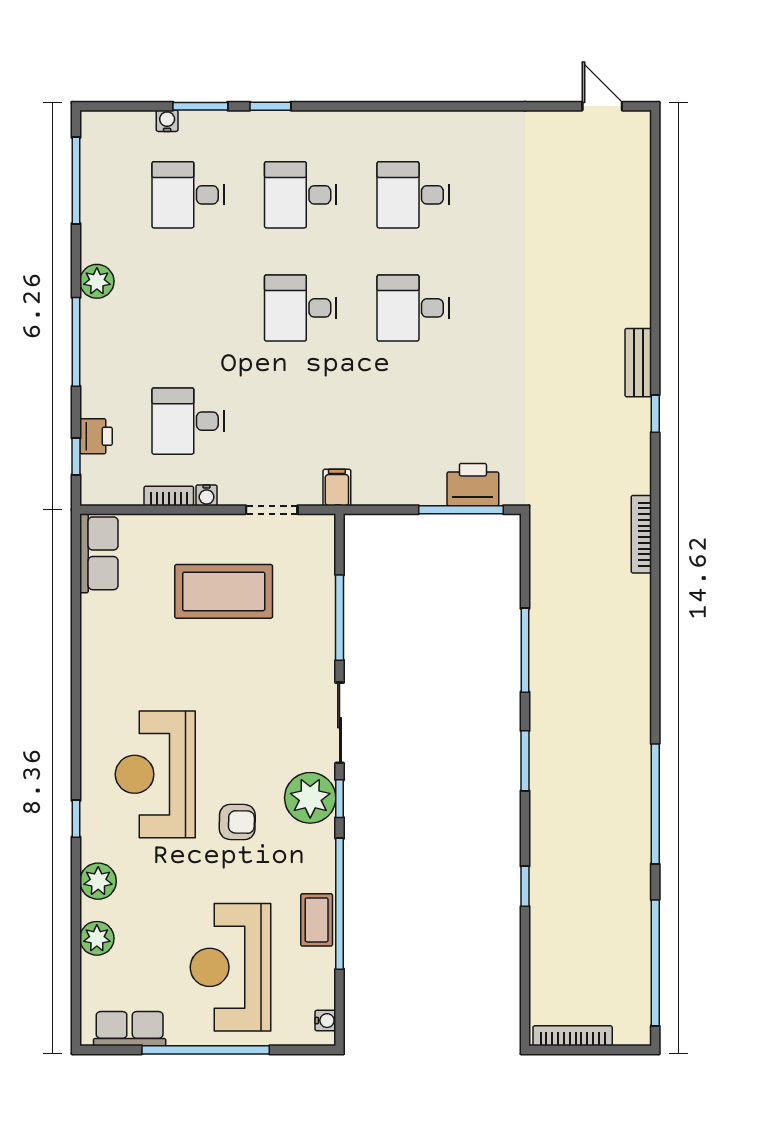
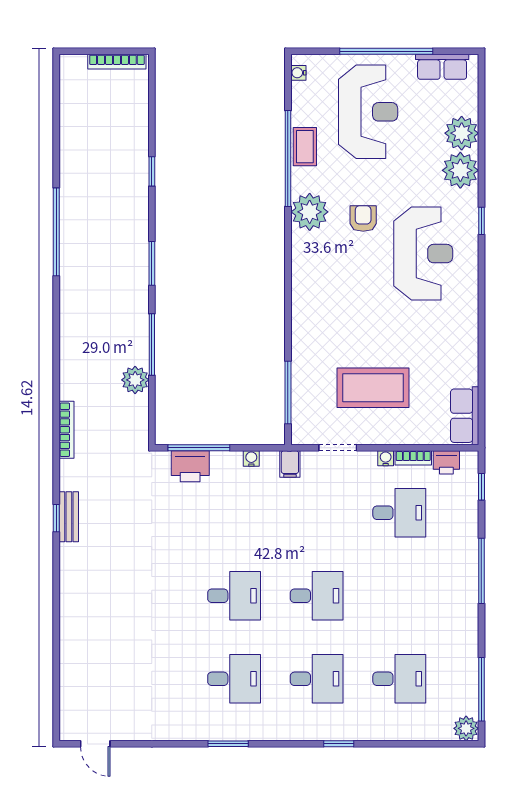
window: (200, 106) -> (228, 744), moved
water cooler: (167, 121) -> (251, 458), moved, turned 180
plant: (97, 281) -> (466, 728), moved
bench: (638, 363) -> (69, 517), moved
printer: (96, 436) -> (446, 462), moved, turned -90
plant: (548, 602) -> (135, 380), added
window: (340, 618) -> (288, 392), moved
sliding door: (340, 723) -> (288, 291), removed
plant: (310, 798) -> (310, 212), moved
window: (340, 799) -> (288, 236), removed
armchair: (237, 822) -> (363, 219), turned 89
plant: (98, 881) -> (460, 170), width x1.36, depth x1.36
plant: (97, 938) -> (462, 133), width x1.36, depth x1.36
window: (655, 963) -> (56, 115), removed

